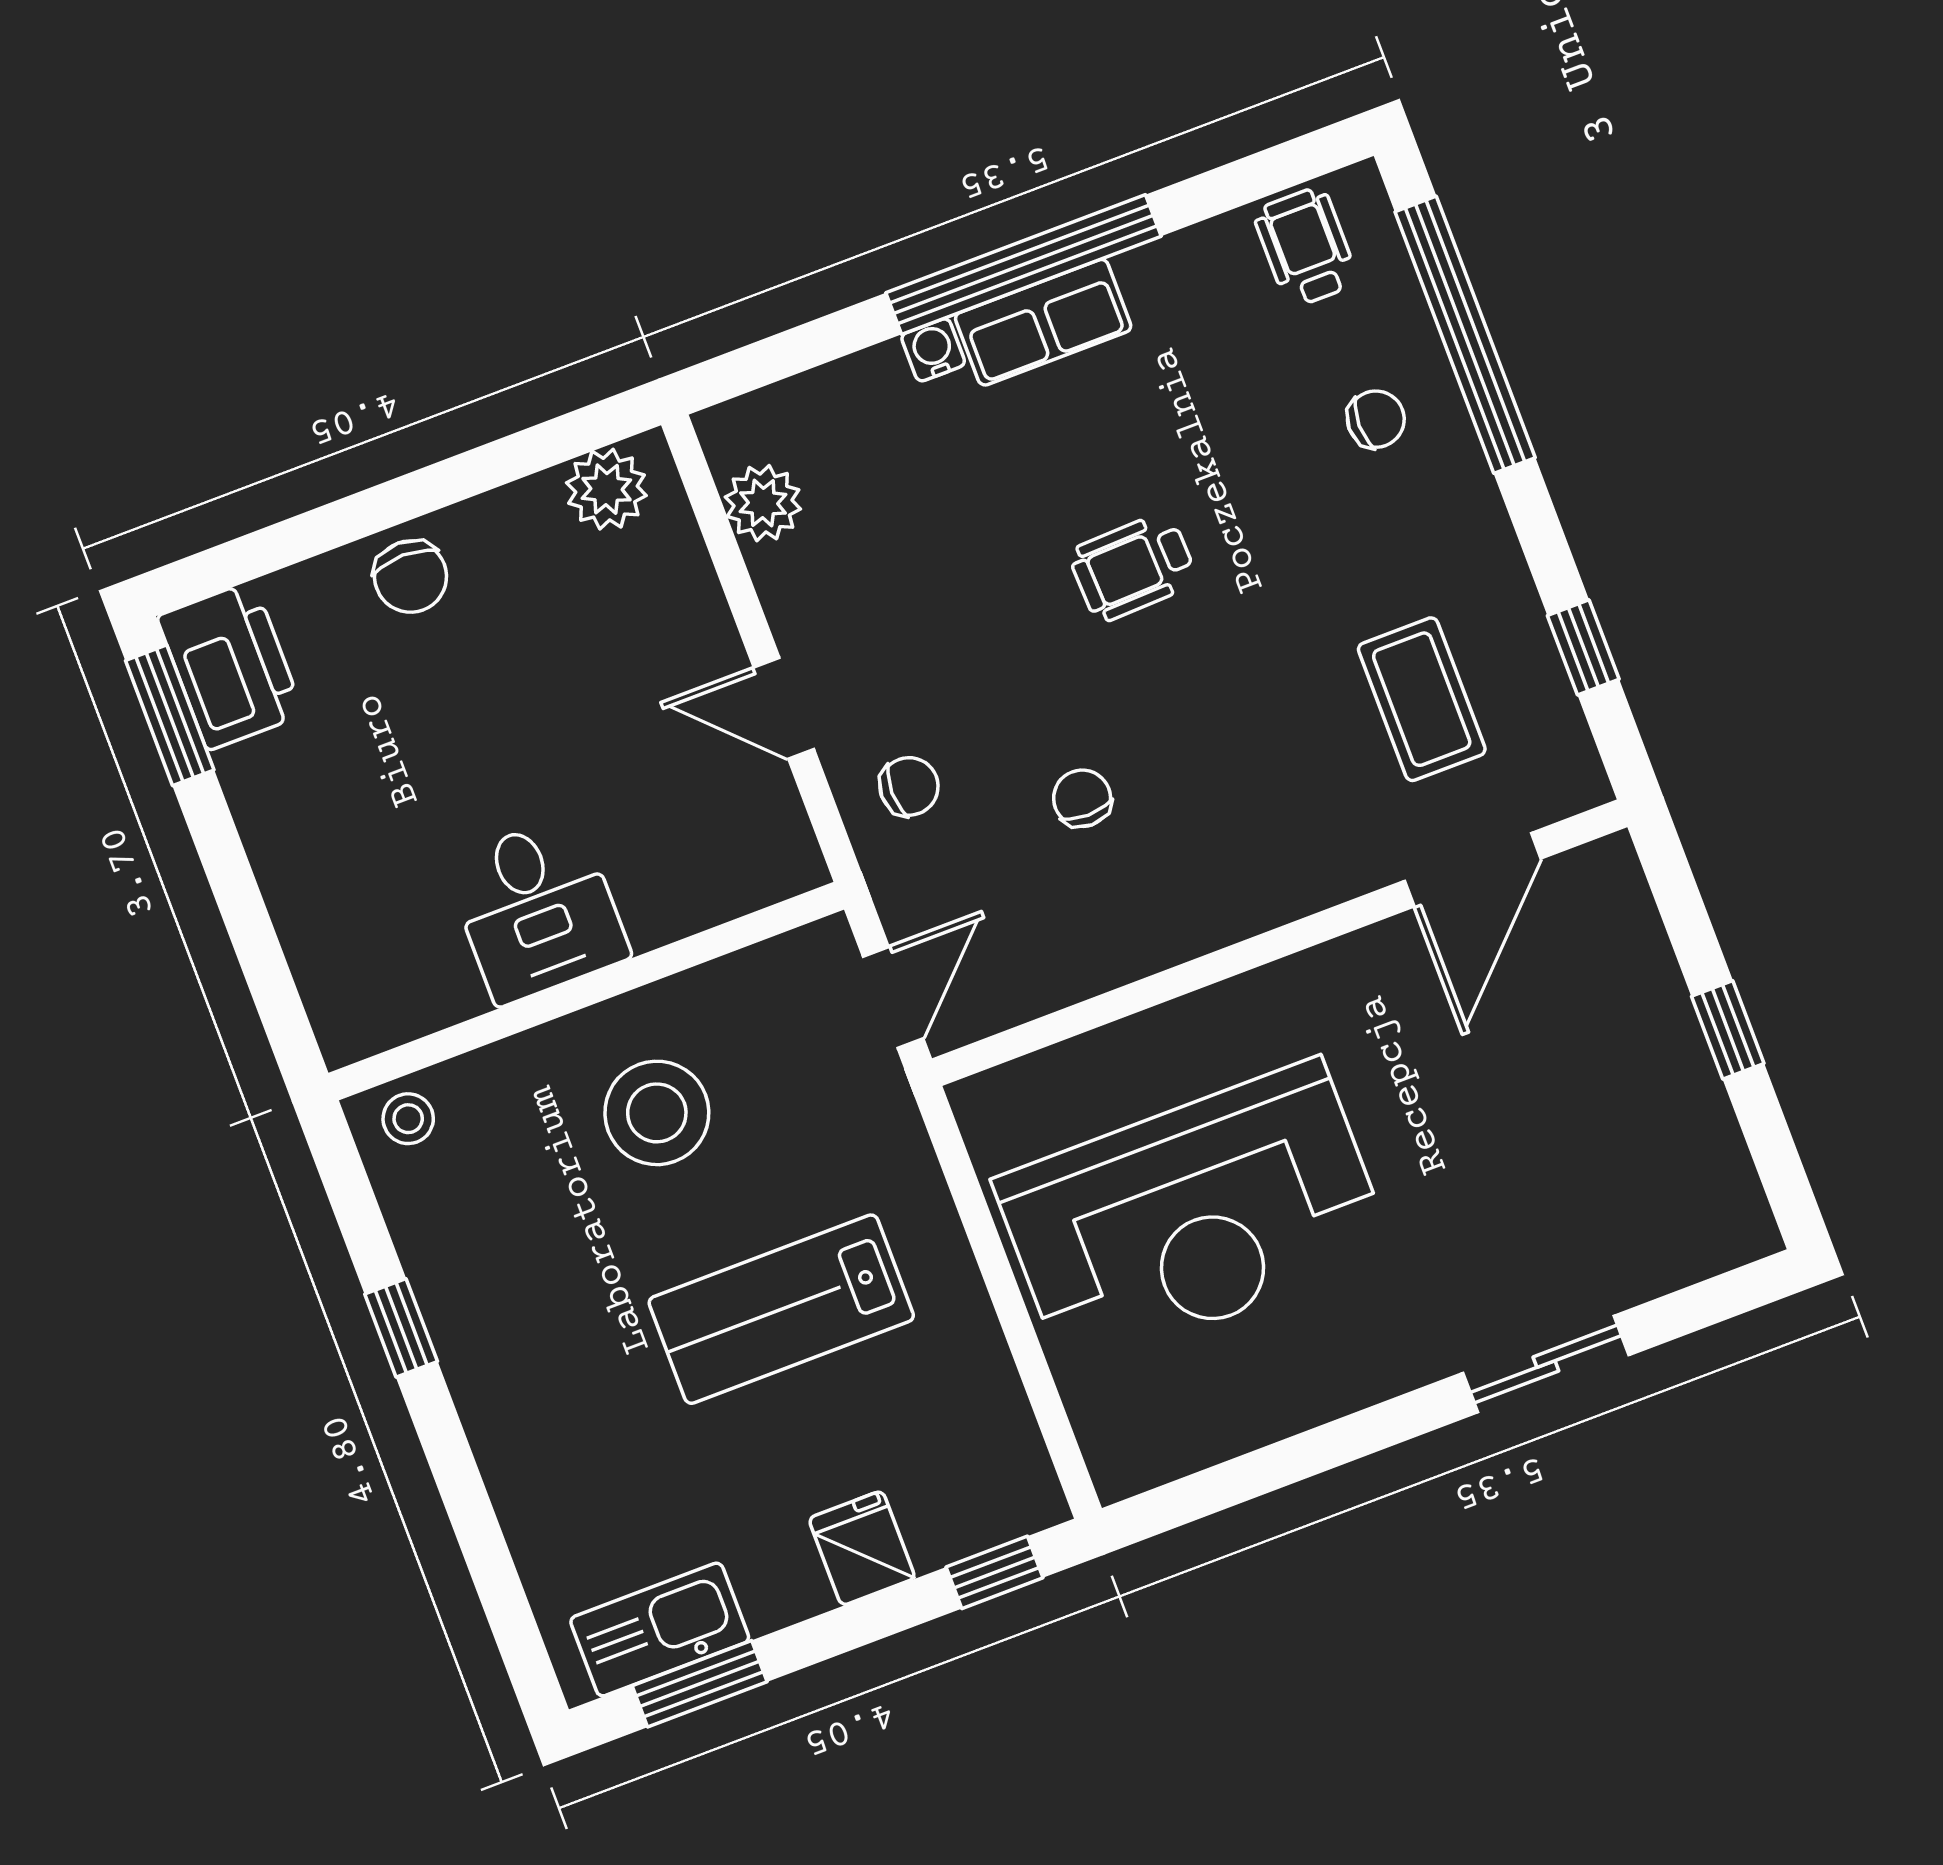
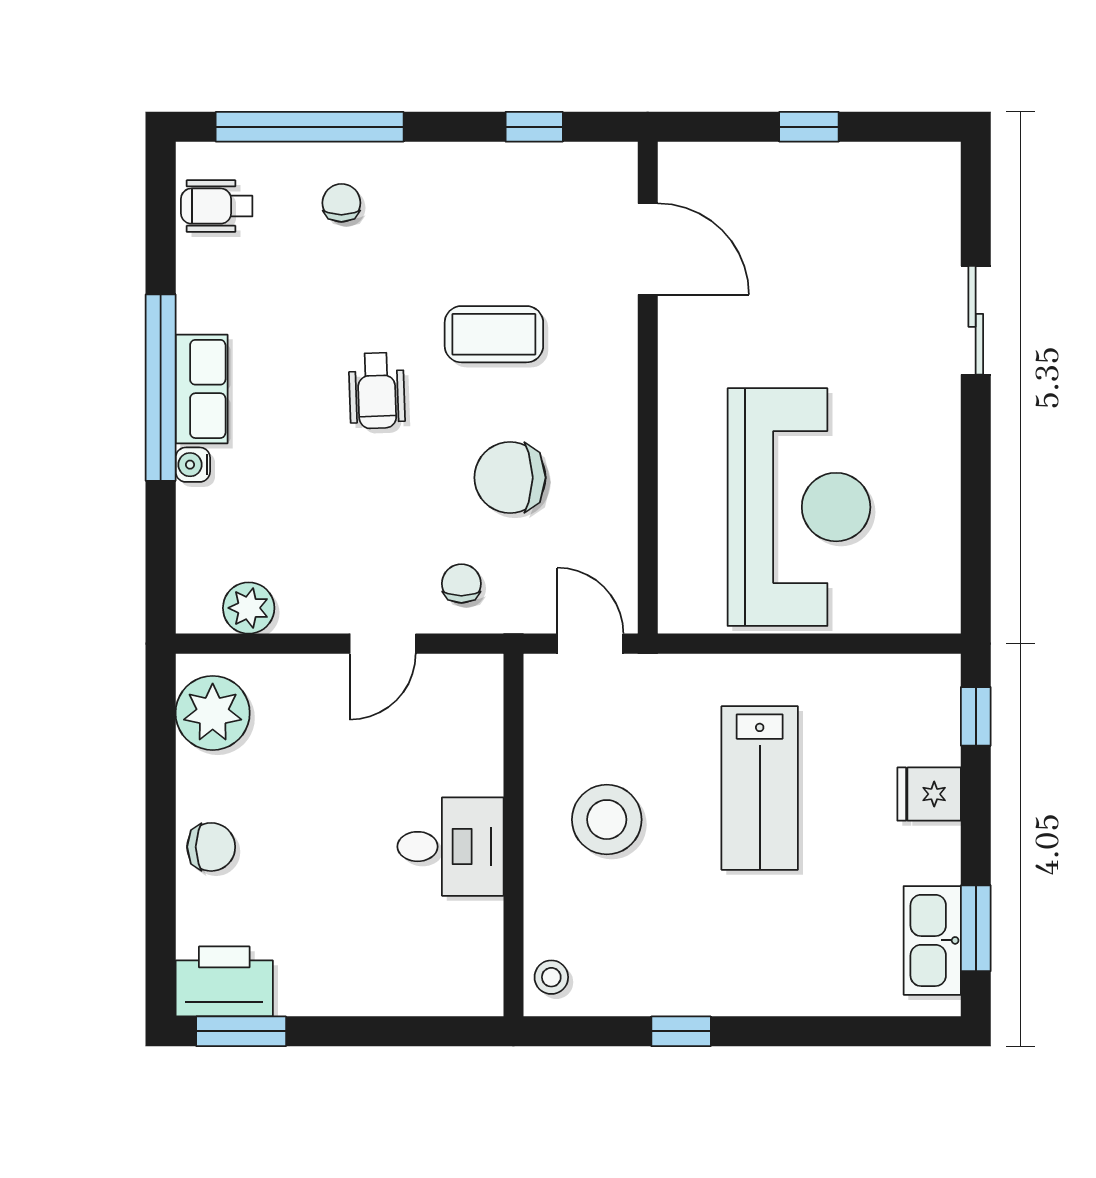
plant: (606, 489) -> (213, 713), width x1.36, depth x1.36
coffee table: (1422, 699) -> (494, 334), moved
chair: (1082, 798) -> (510, 478), width x1.87, depth x1.87

